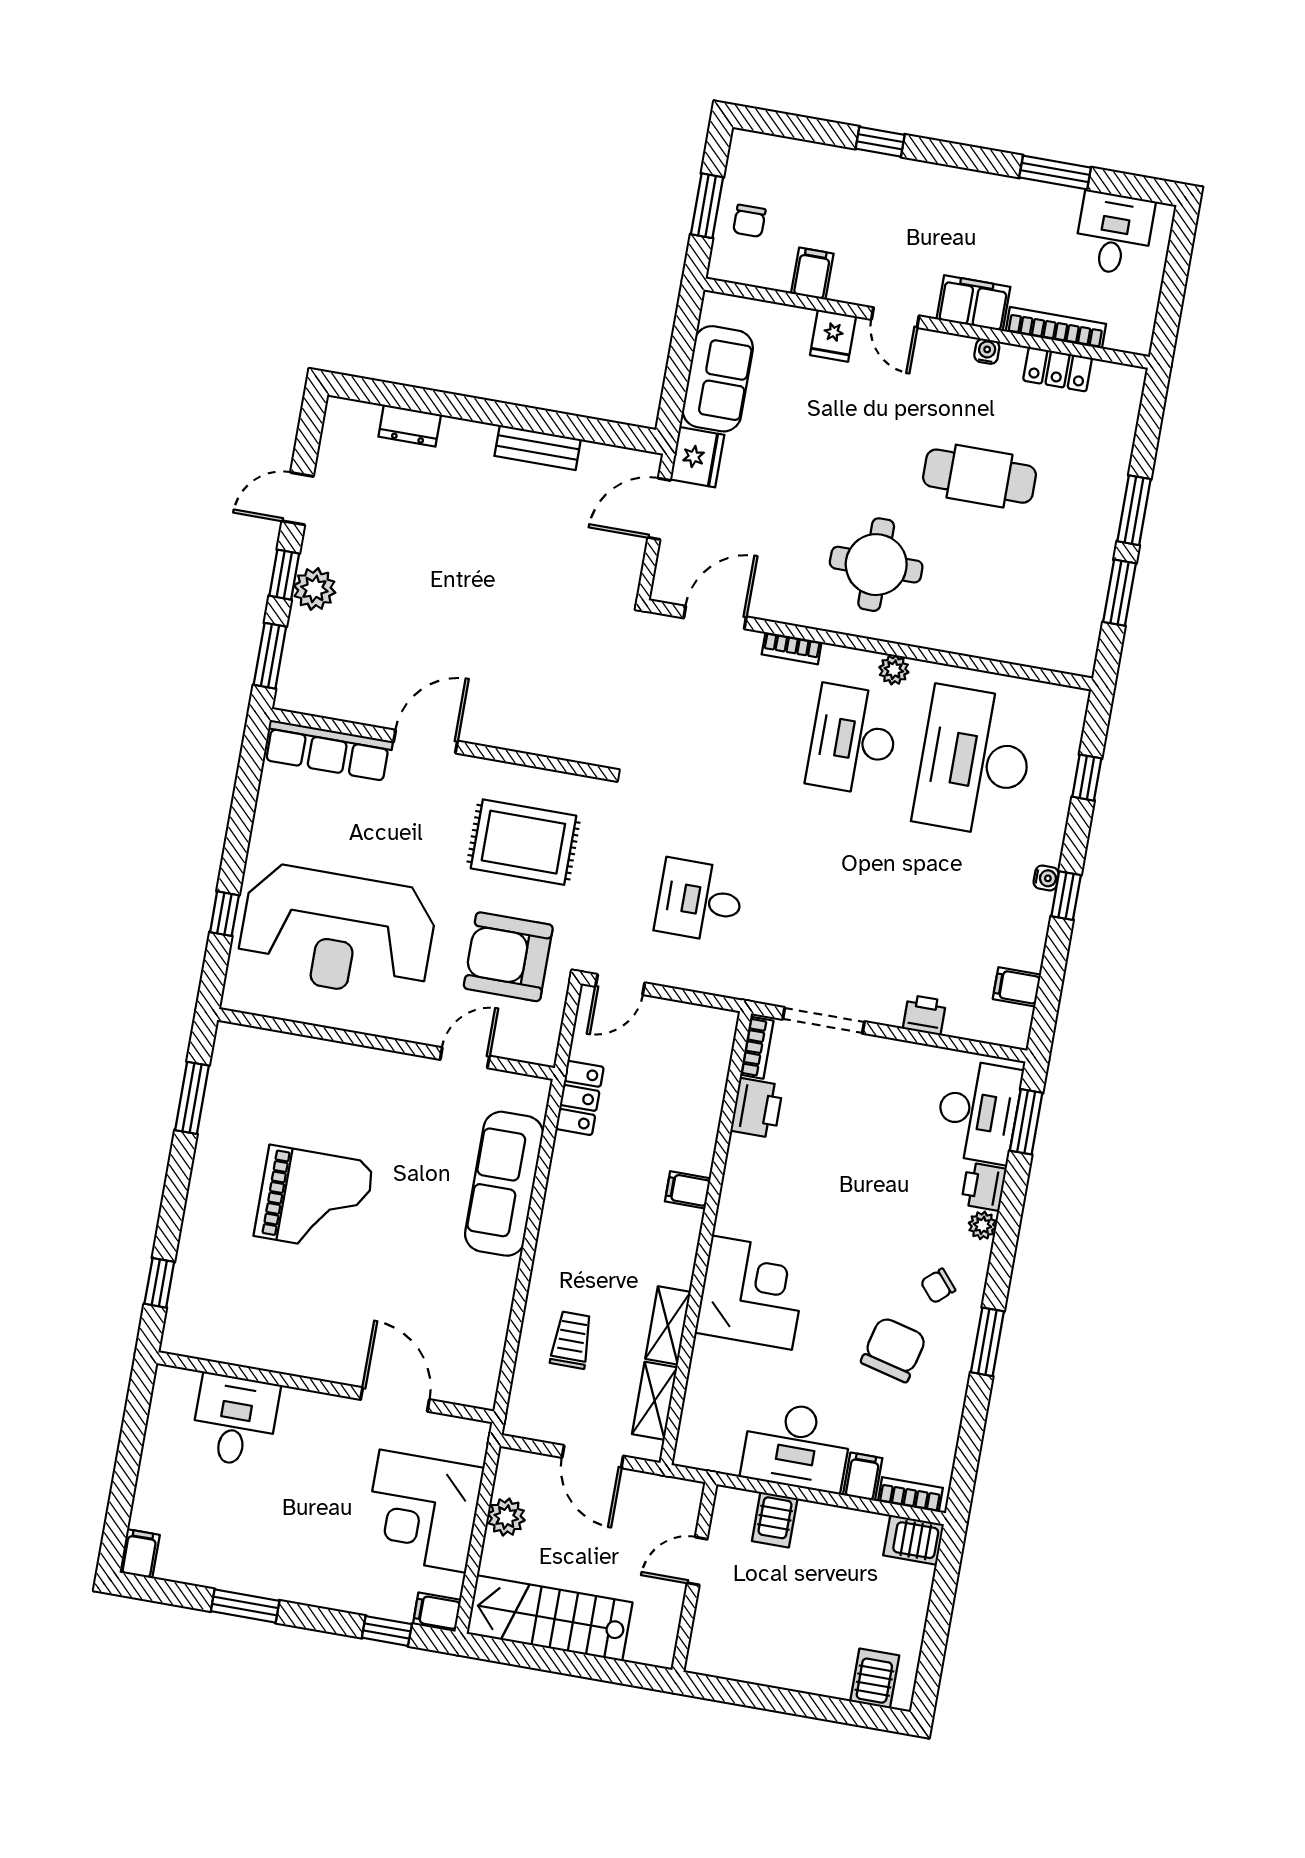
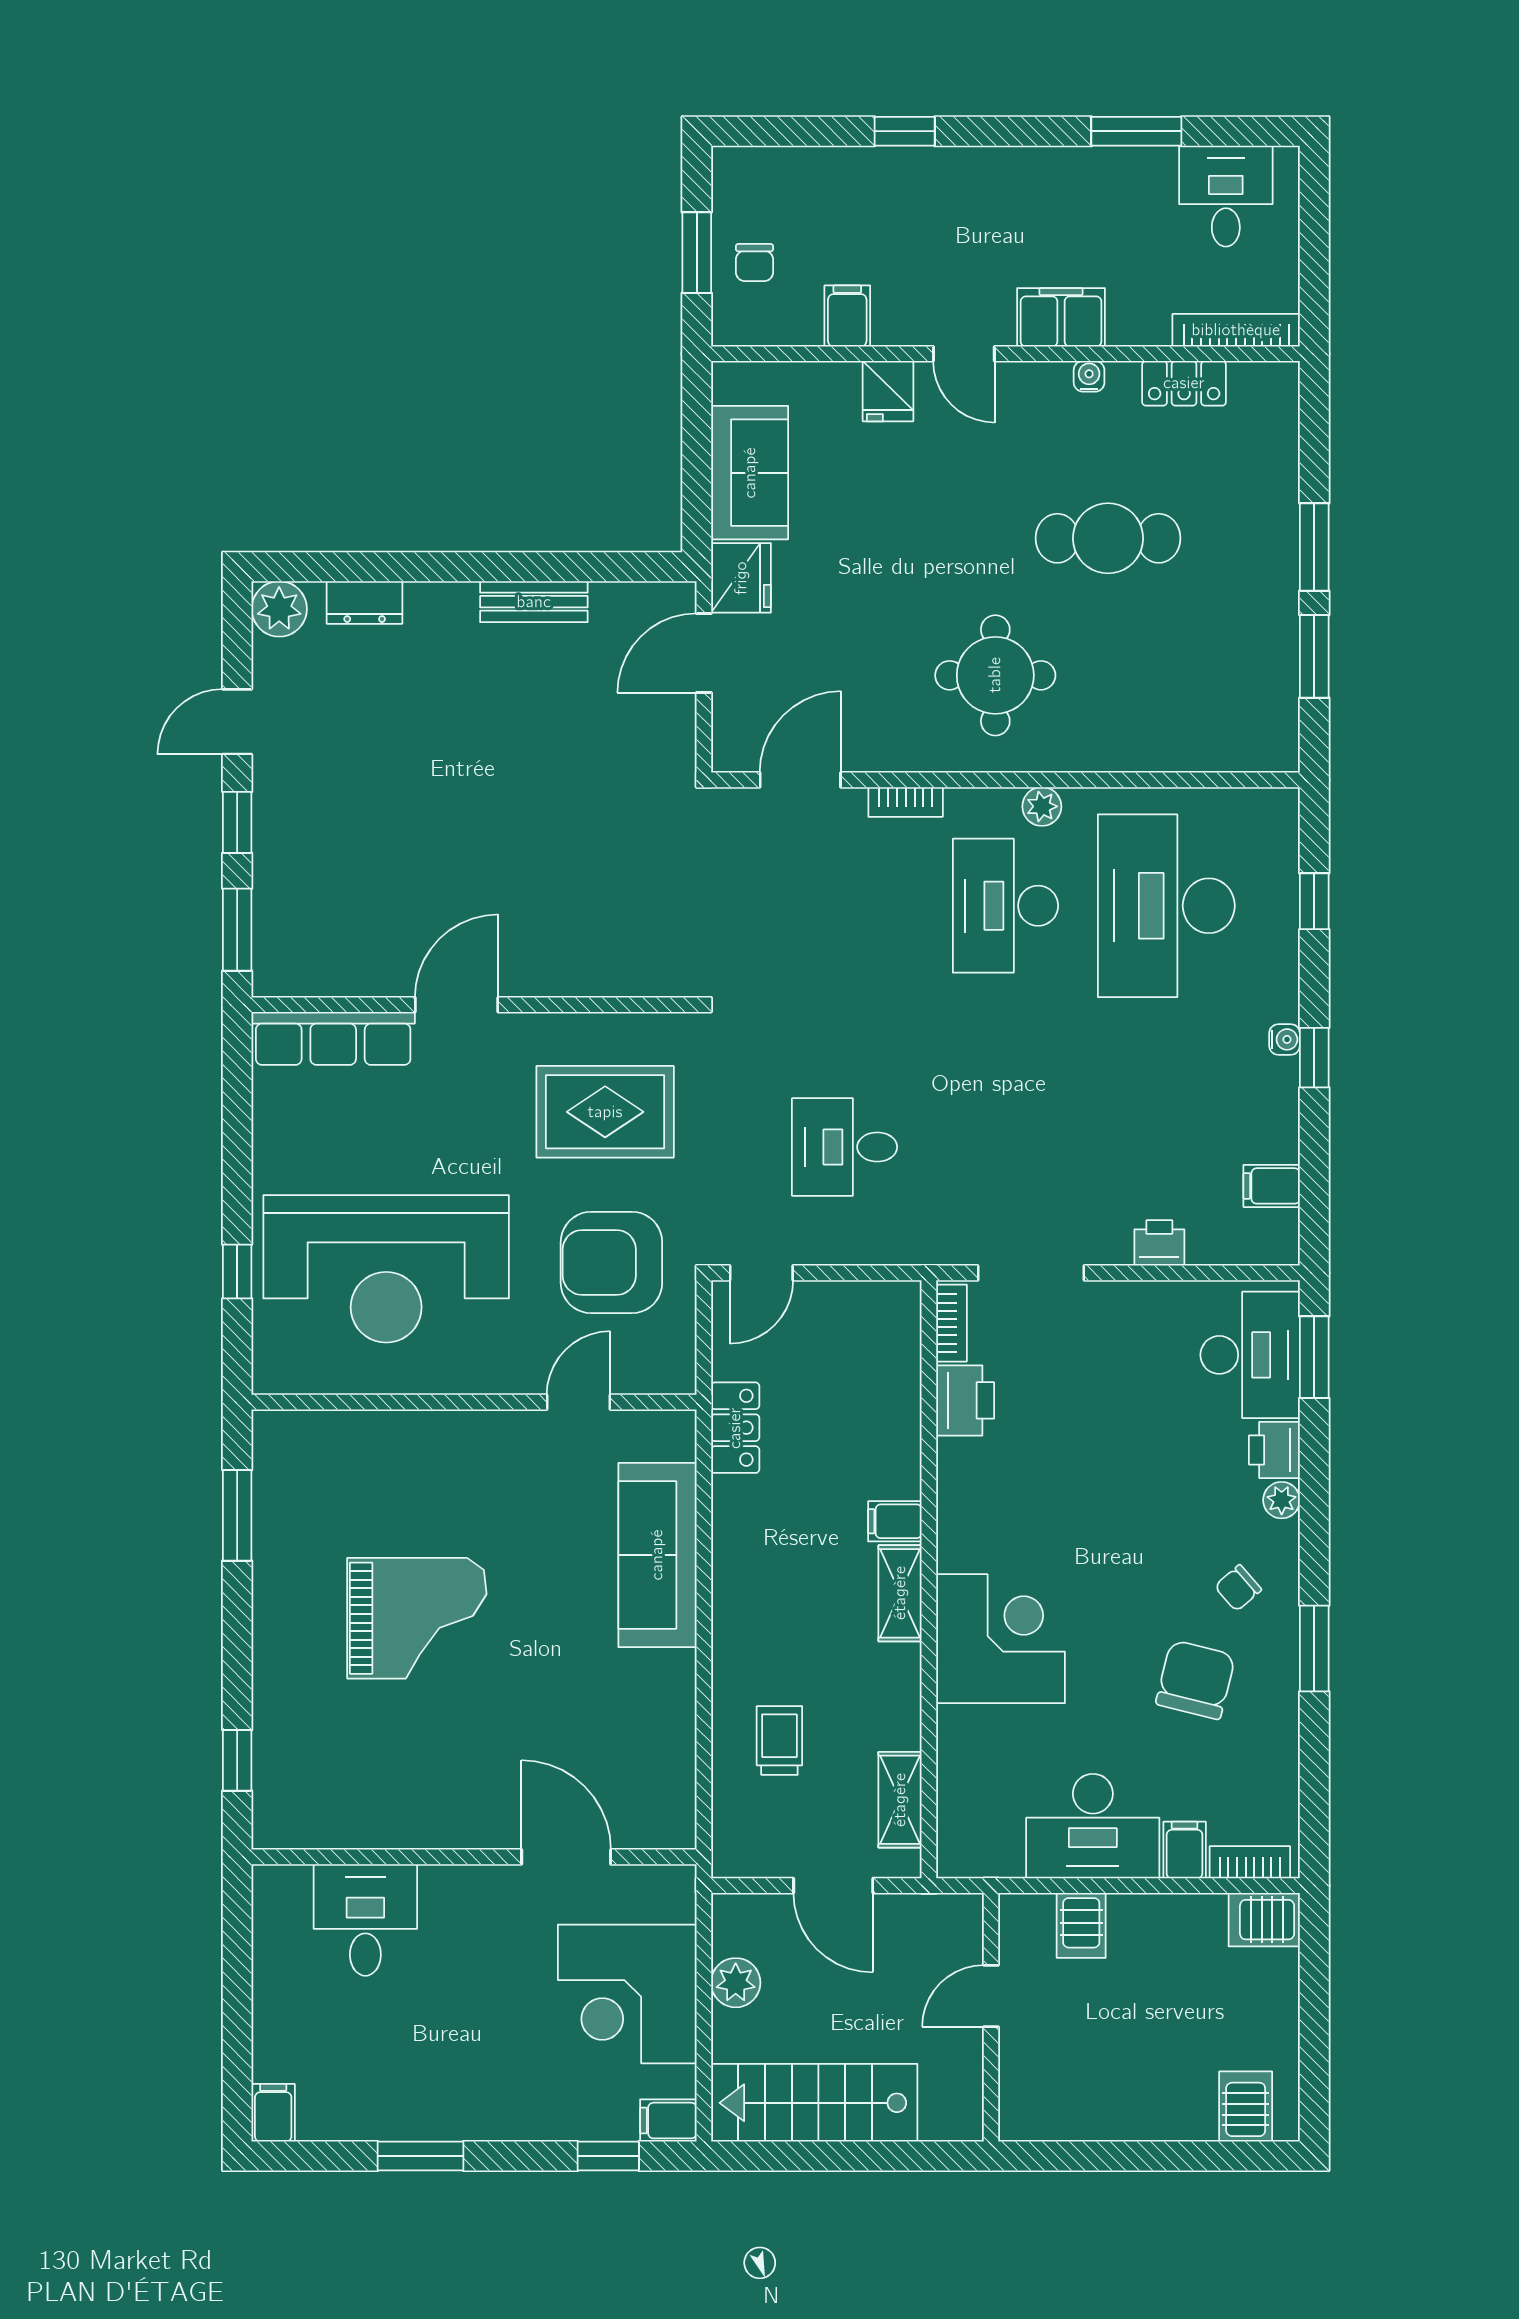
bookcase: (1056, 328) -> (1236, 330), moved
plant: (314, 589) -> (279, 609), moved
shelving: (668, 1325) -> (900, 1593), moved

